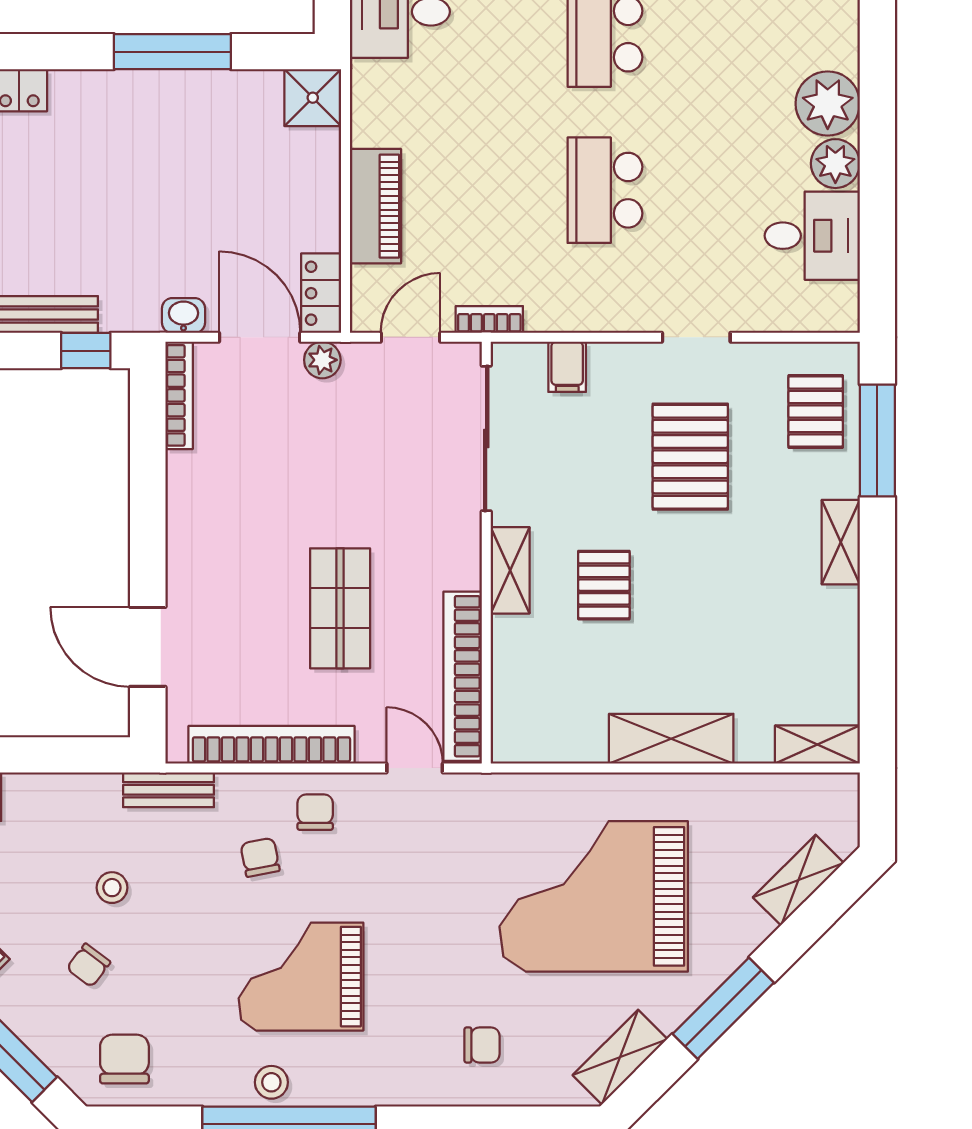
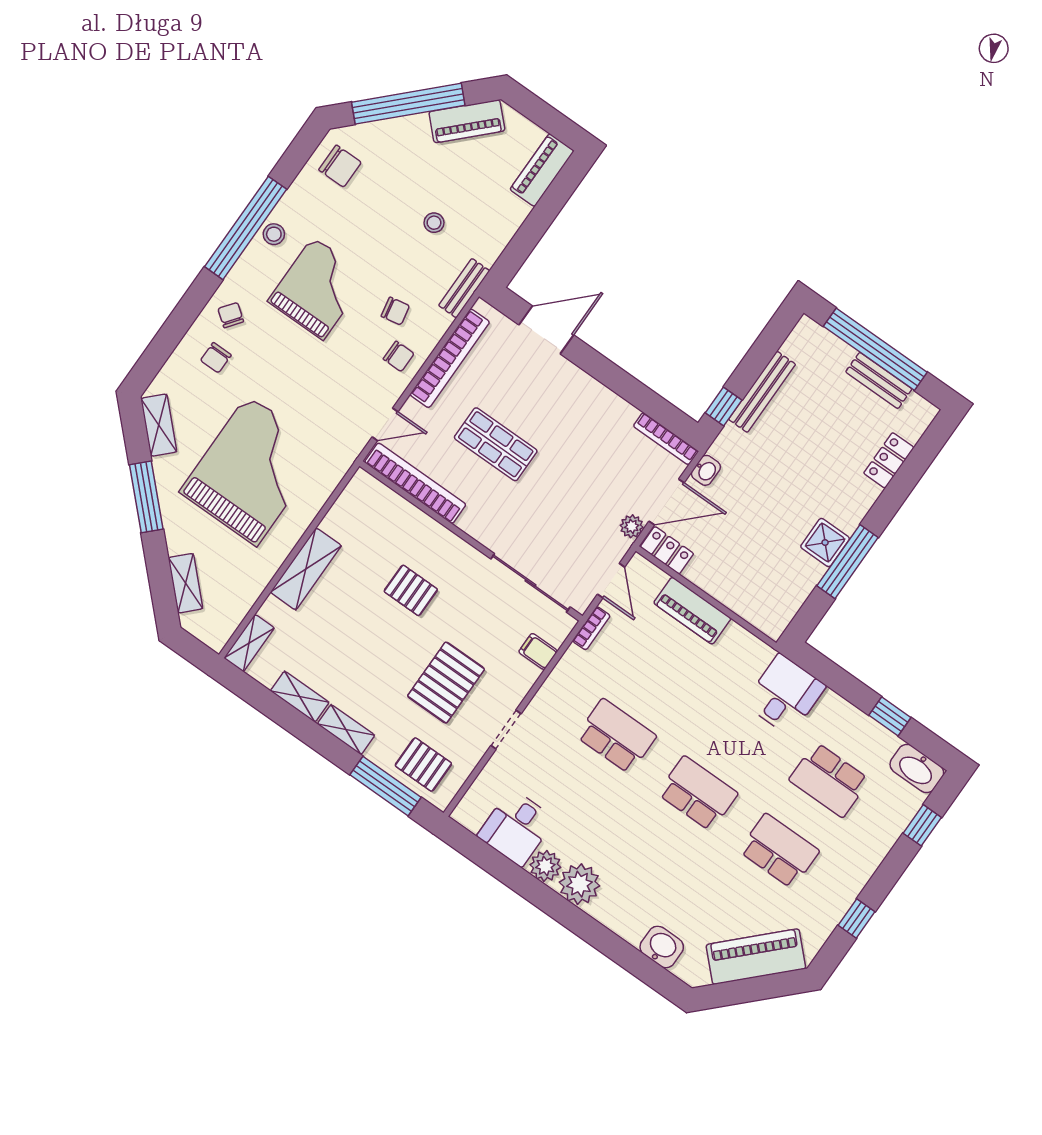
shower: (313, 98) -> (825, 543), moved
pallet: (690, 457) -> (446, 683), turned 90
shelving: (510, 570) -> (300, 697), moved
chair: (88, 965) -> (231, 315), moved

